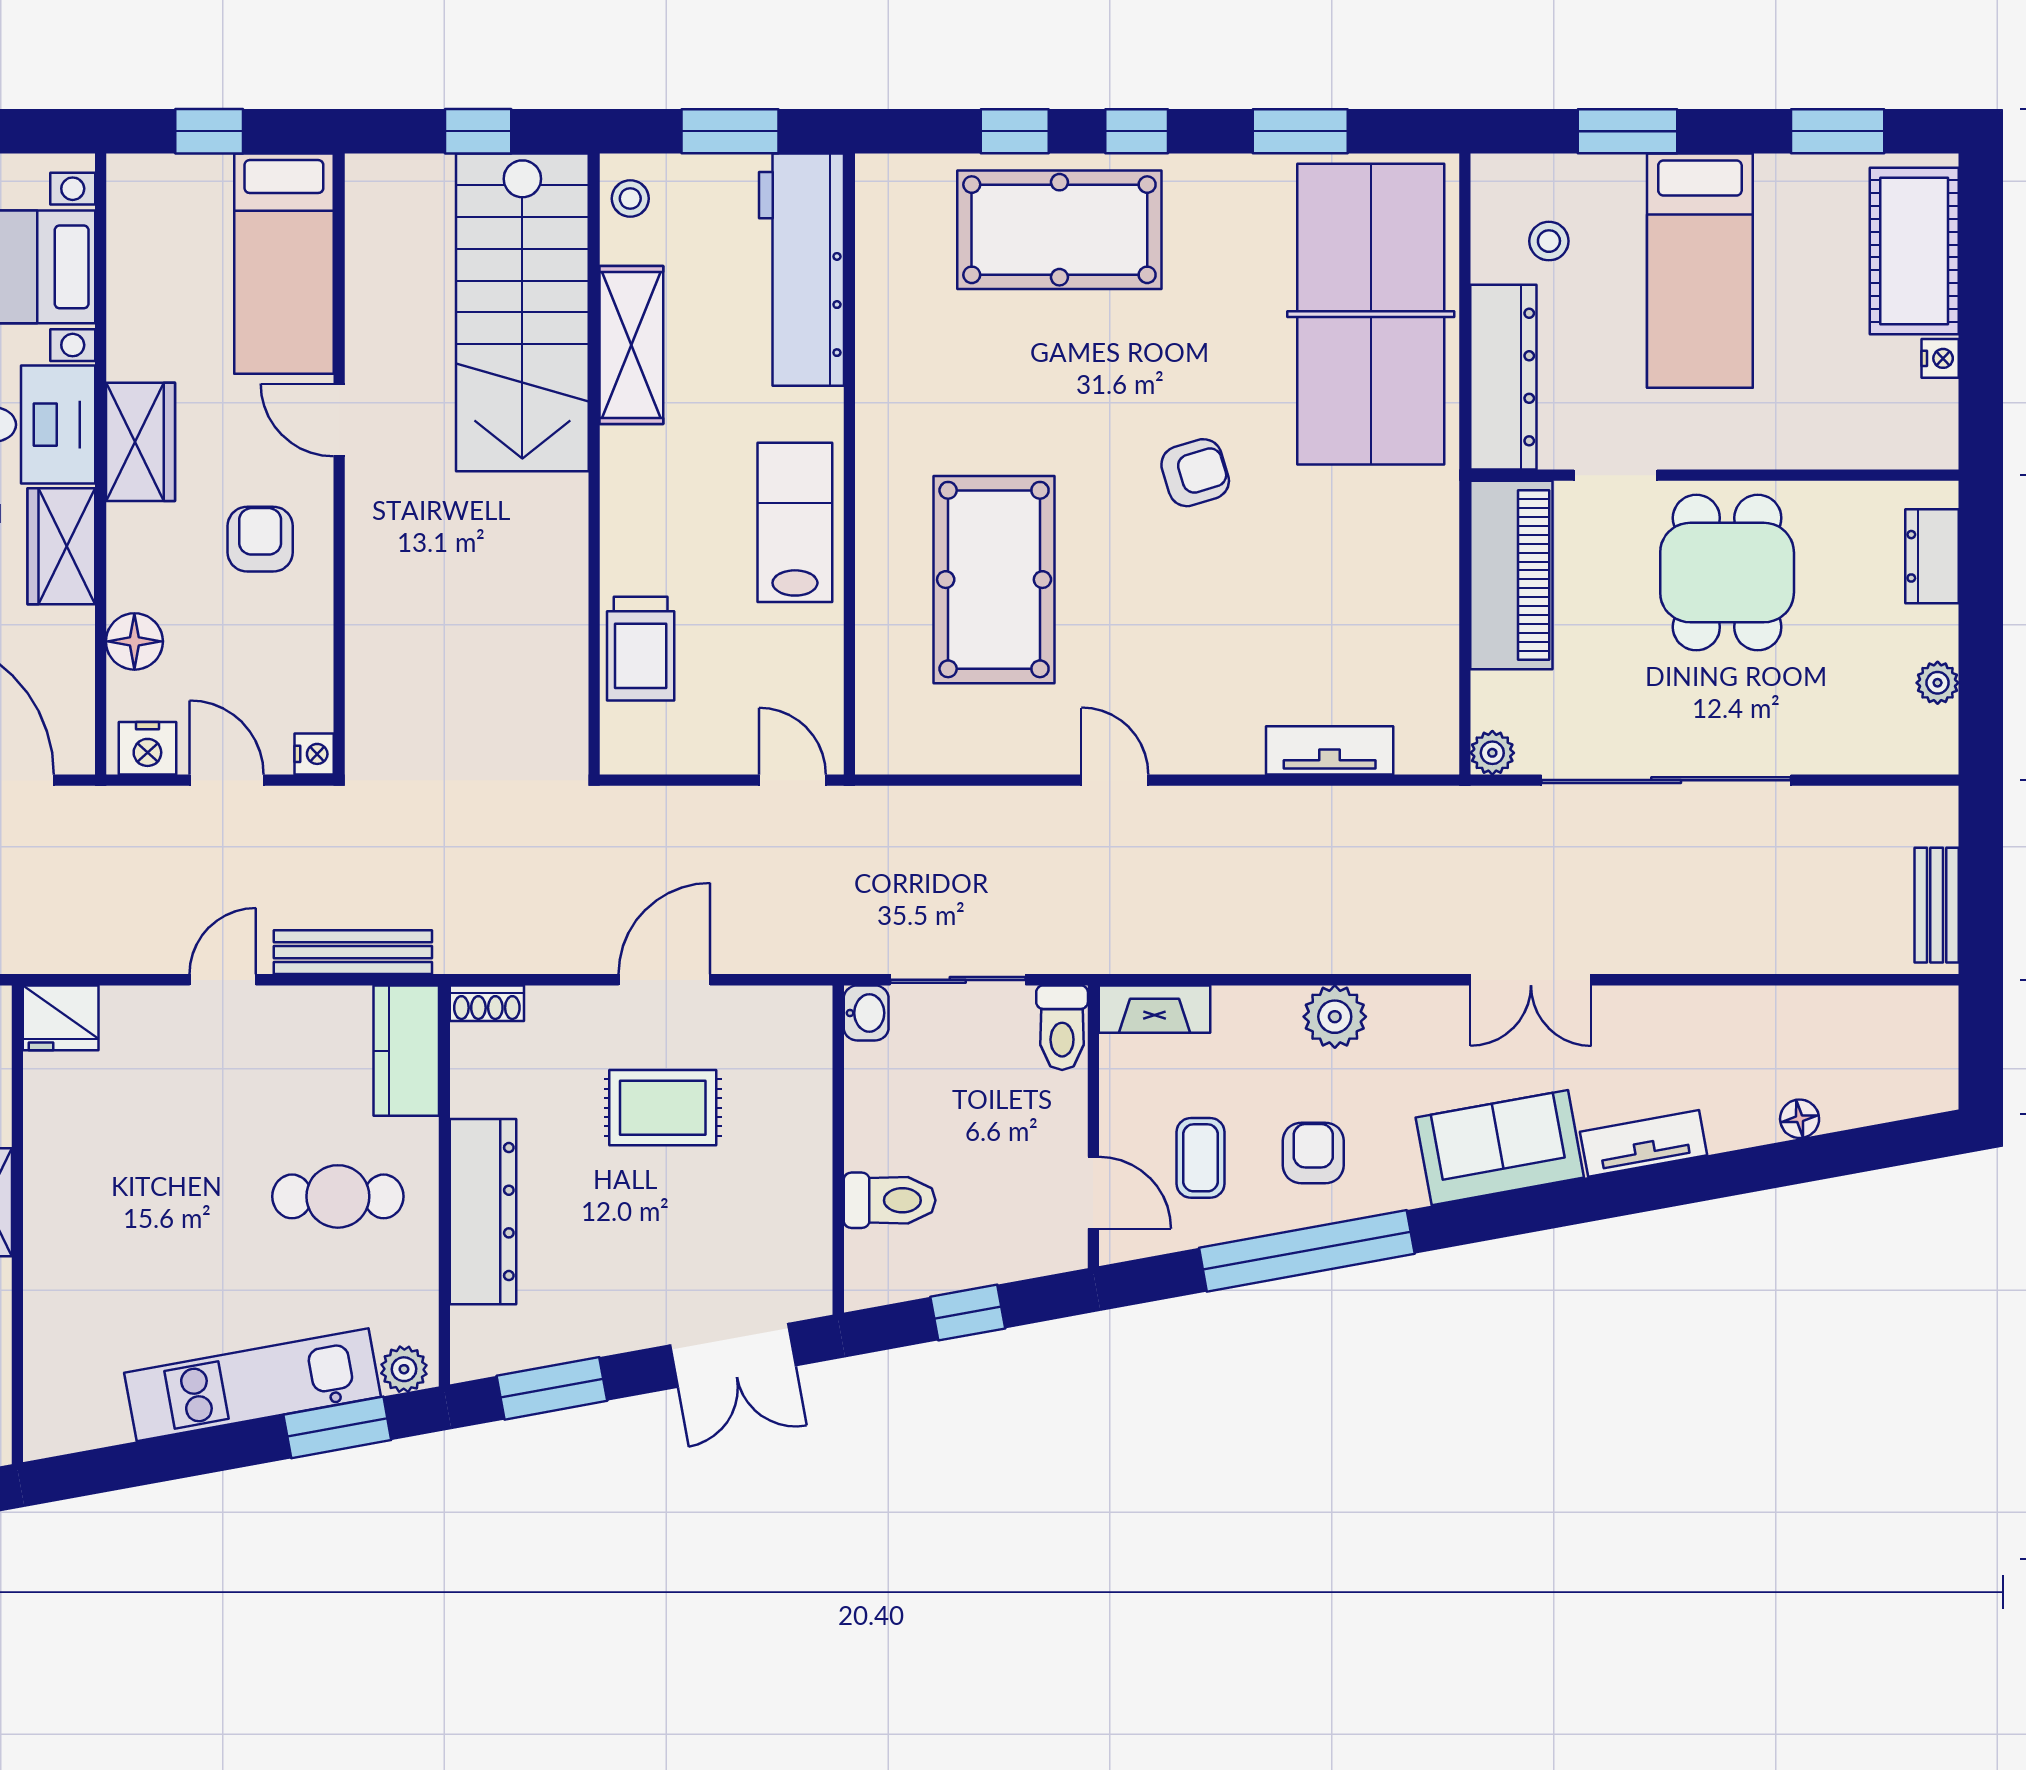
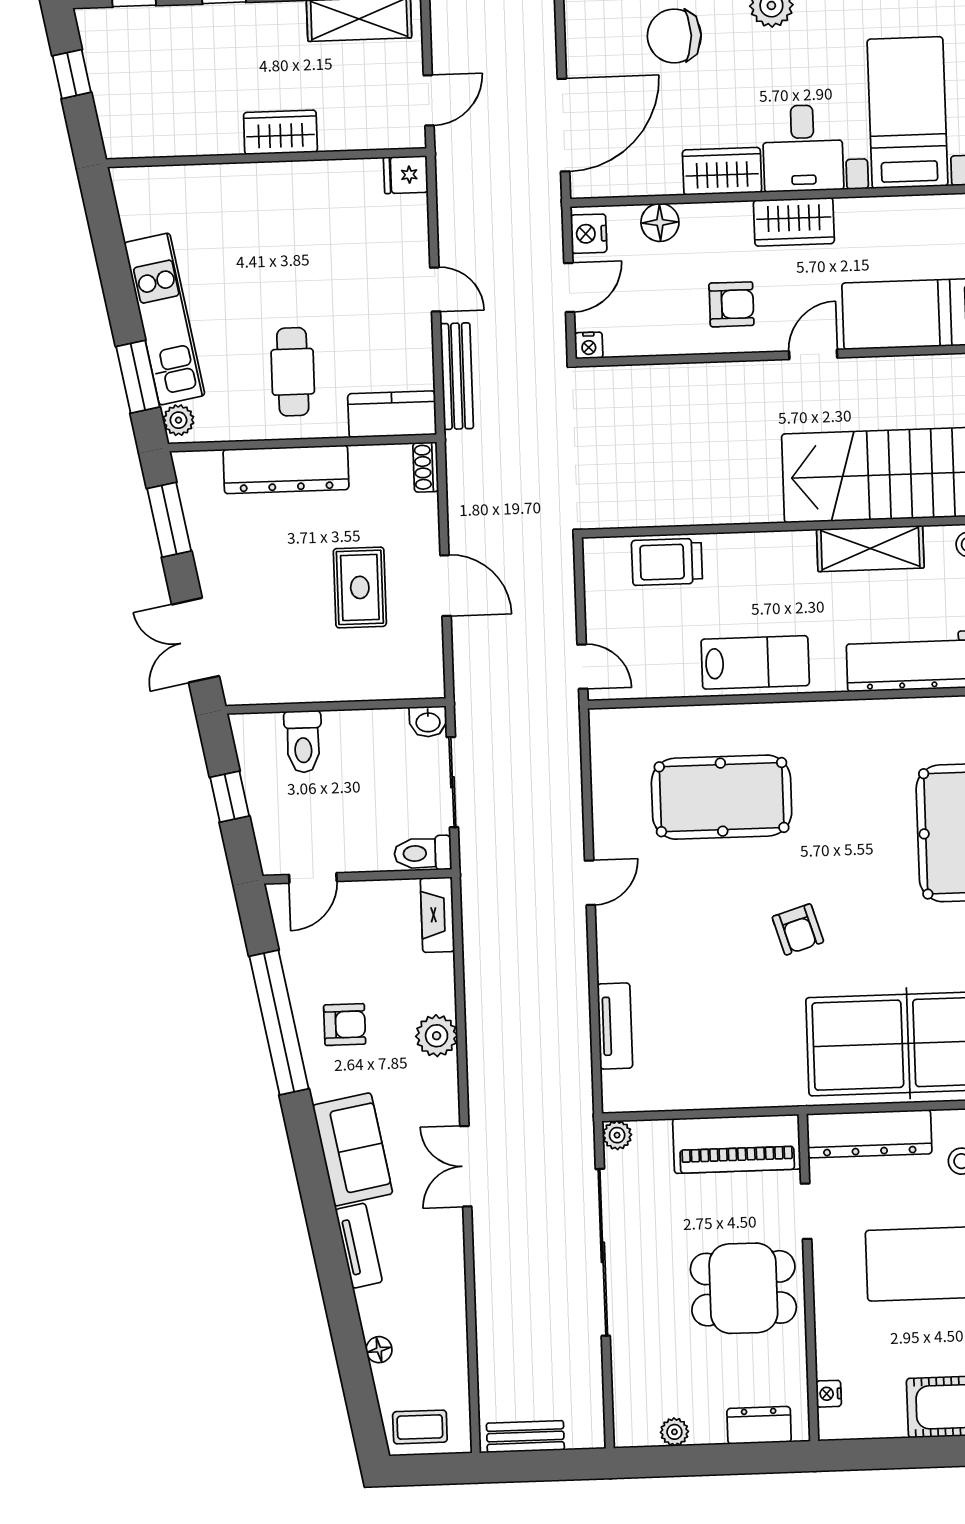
nightstand: (1940, 358) -> (829, 1394), moved, turned 90
door: (792, 780) -> (582, 667), hinge flipped
fridge: (61, 1018) -> (406, 175), width x0.72
coffee table: (1201, 1158) -> (420, 1427), moved

